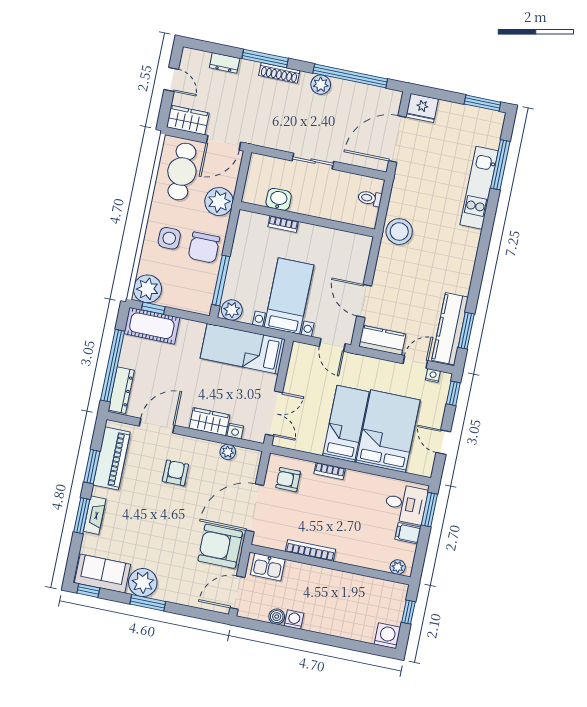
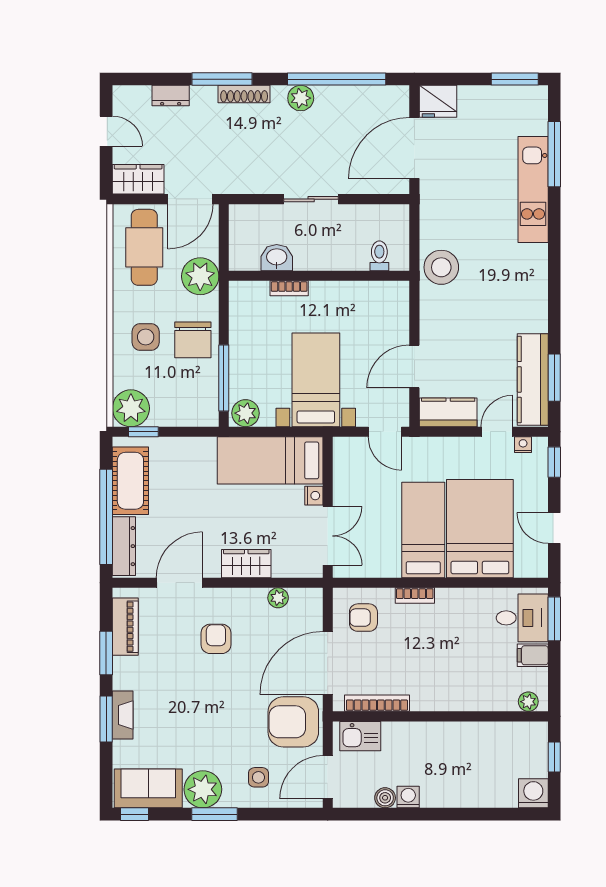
toilet: (370, 198) -> (379, 256), moved, turned 90
door: (364, 301) -> (414, 366), hinge flipped
cot: (152, 326) -> (130, 481), moved, turned 90
nightstand: (235, 431) -> (314, 496), moved, turned -90
piano: (112, 458) -> (125, 627), width x0.73, depth x0.75
bookcase: (310, 550) -> (377, 703), moved
side table: (186, 582) -> (258, 777), added

